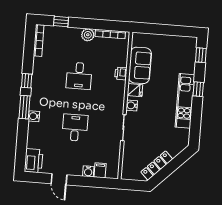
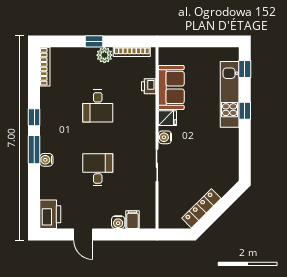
window: (61, 21) -> (94, 41), moved
printer: (121, 73) -> (149, 86), moved
kitchen unit: (185, 101) -> (230, 94), moved

